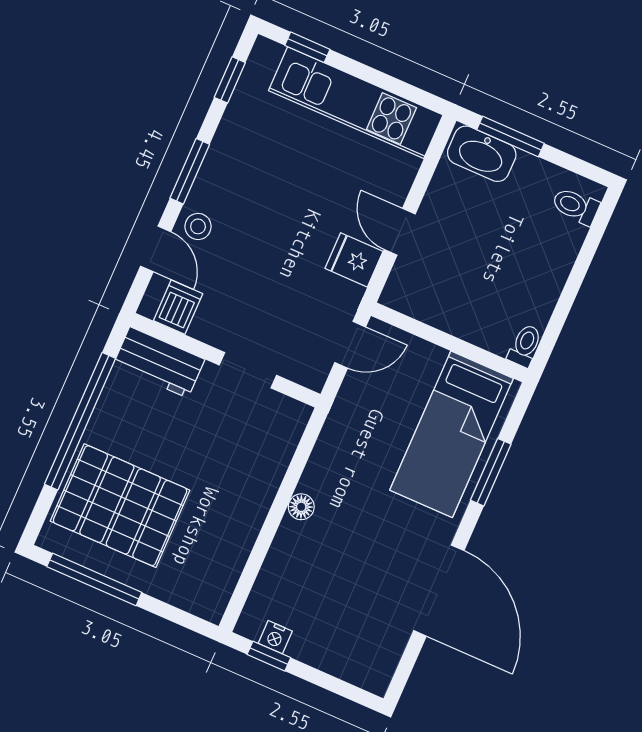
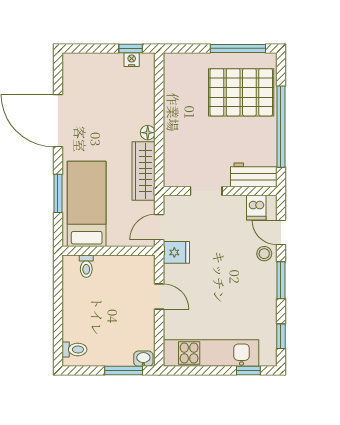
washbasin: (482, 154) -> (143, 359), width x0.52, depth x0.69
fridge: (354, 260) -> (176, 252), moved
toilet: (525, 346) -> (86, 266), moved
wardrobe: (335, 447) -> (144, 171), added

